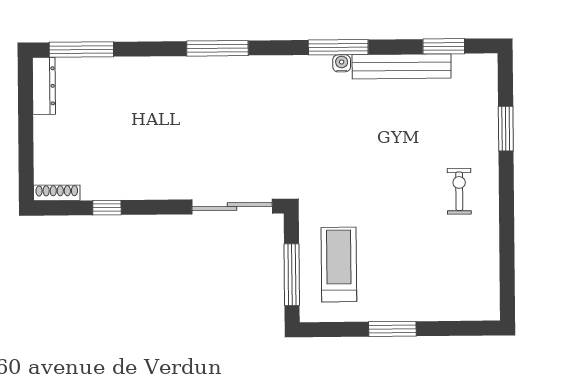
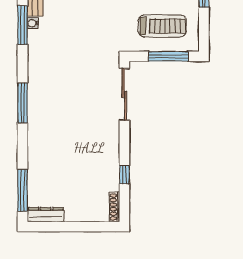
treadmill: (339, 264) -> (162, 26), turned 180

